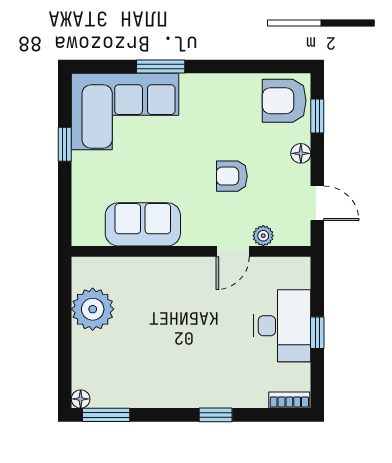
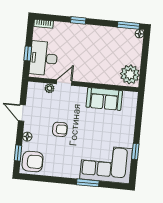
sofa: (143, 224) -> (104, 99), moved
plant: (263, 236) -> (49, 88), moved
wall: (191, 251) -> (83, 84), moved
door: (233, 251) -> (64, 82), moved

